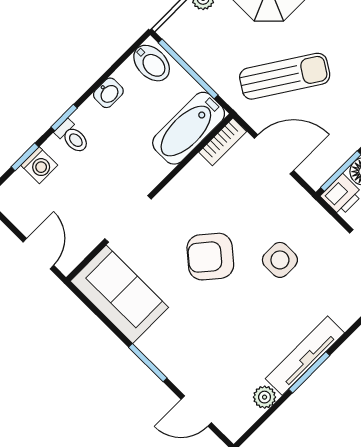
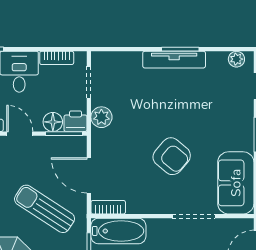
plant: (320, 225) -> (101, 117), added
side table: (280, 260) -> (139, 120), removed
plant: (265, 397) -> (236, 59), moved

